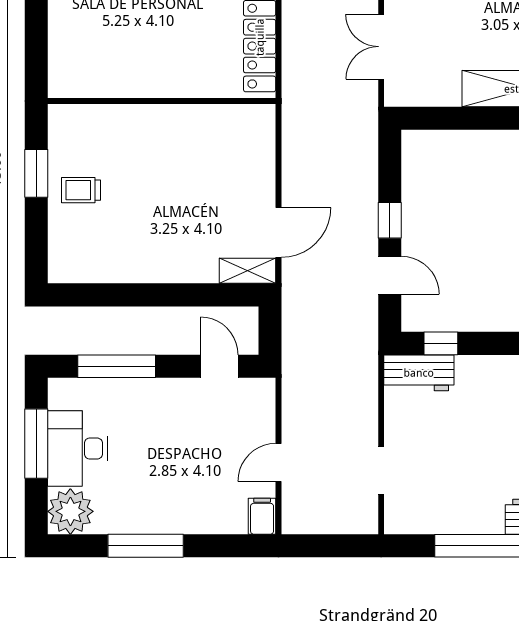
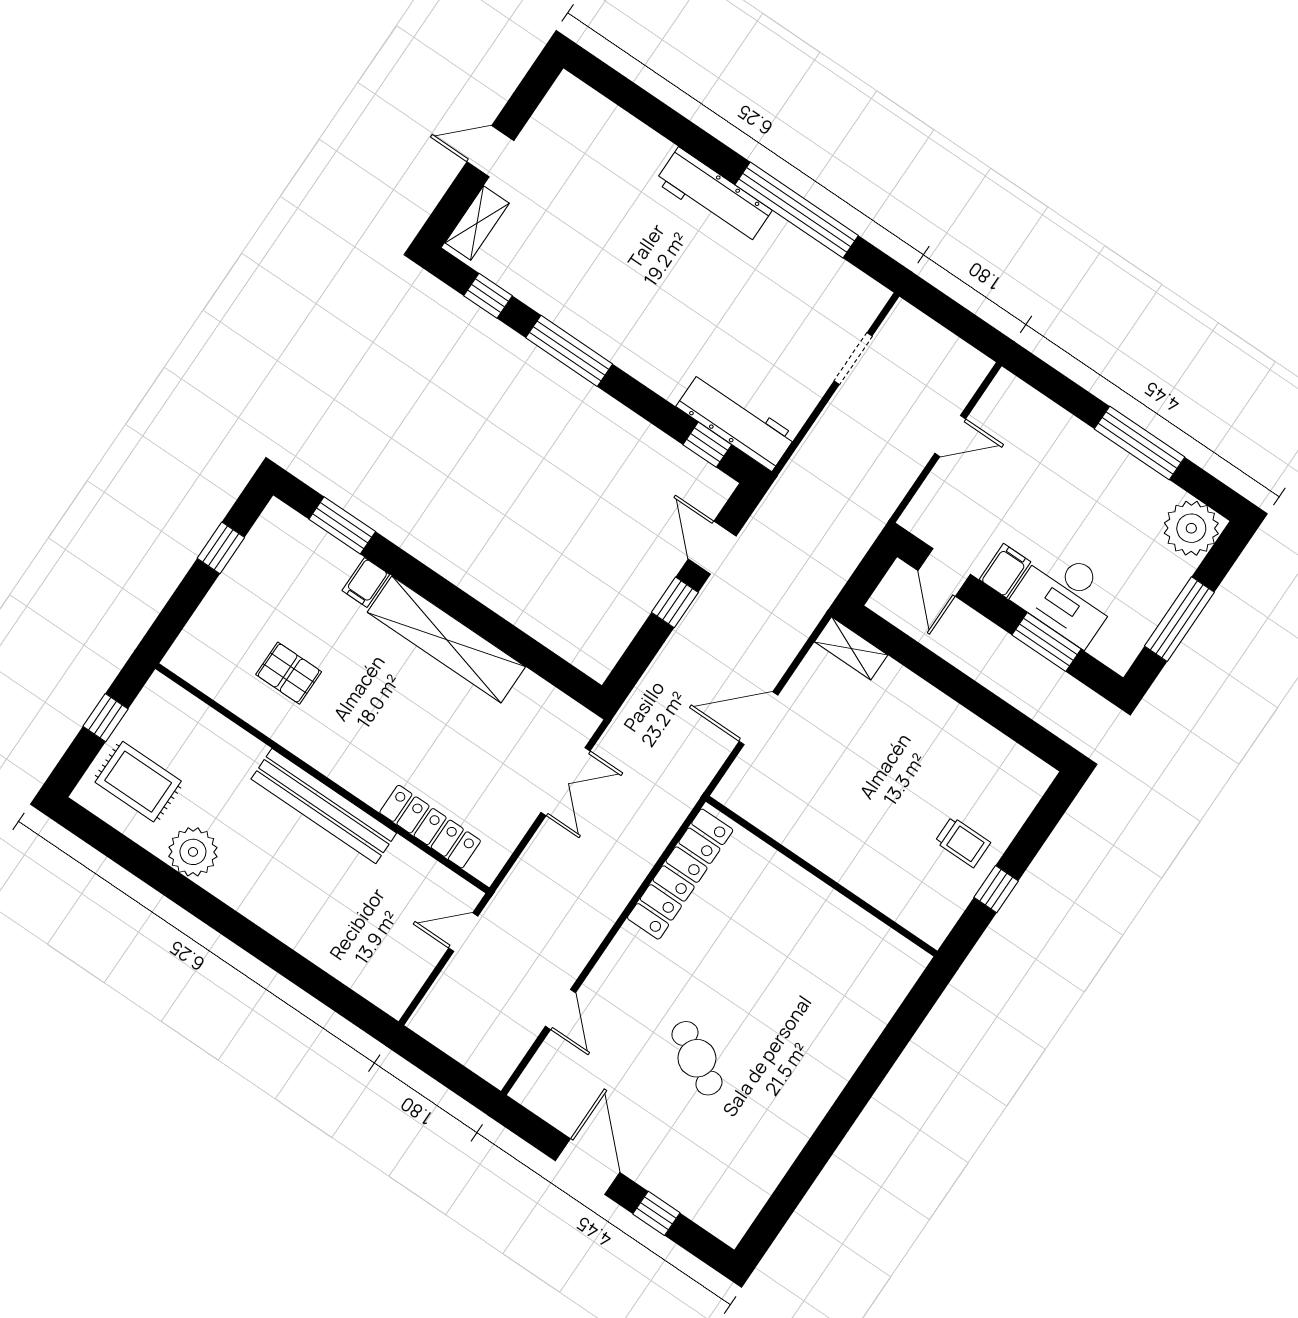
window: (36, 173) -> (996, 889), width x0.67
door: (279, 232) -> (758, 718), moved
window: (117, 366) -> (1047, 642), width x0.69
workbench: (419, 373) -> (736, 421), width x1.38
desk: (77, 449) -> (1067, 596), moved, turned 90
filing cabinet: (262, 516) -> (1005, 571), moved, turned 180

